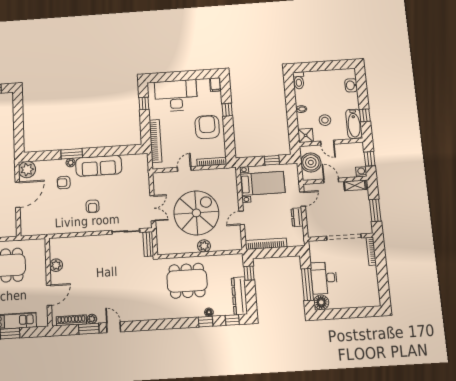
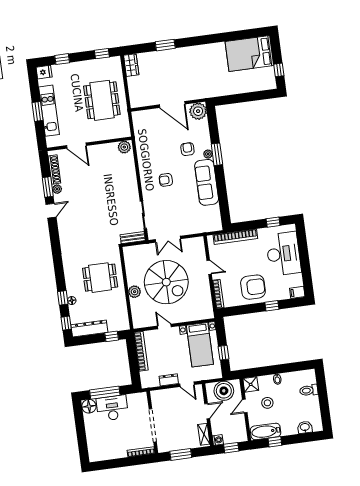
toilet: (299, 80) -> (309, 390), moved
plant: (56, 265) -> (124, 147), moved
dining table: (187, 281) -> (100, 278), width x0.73

